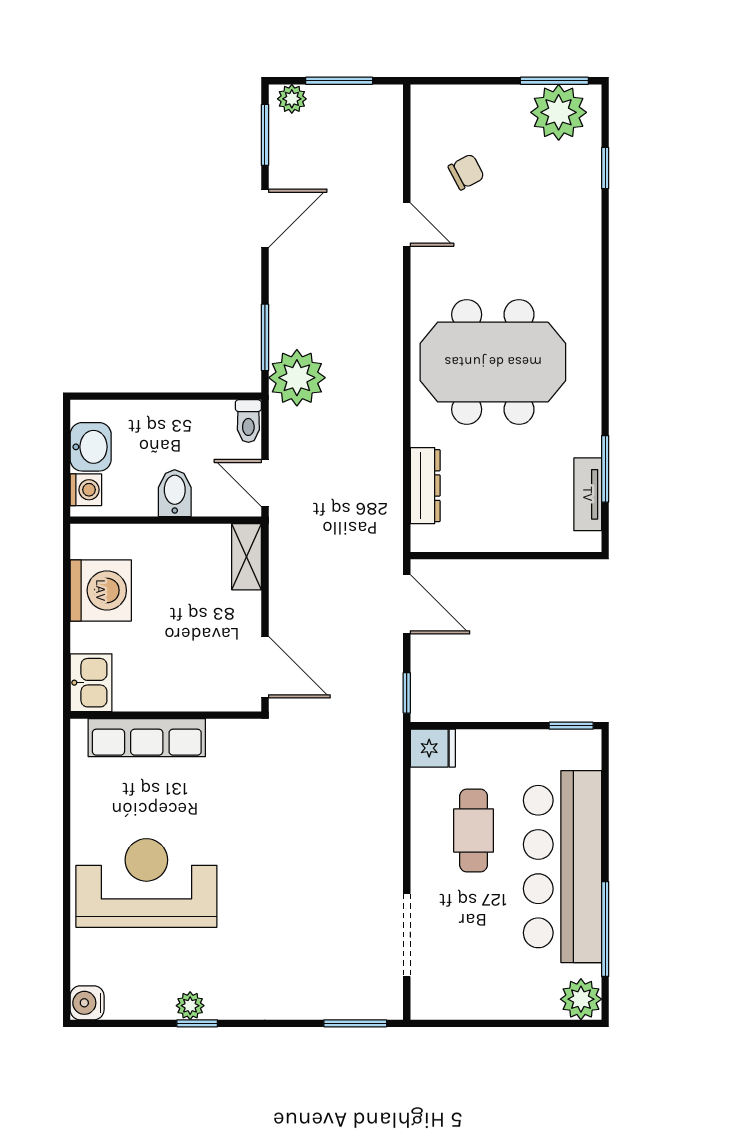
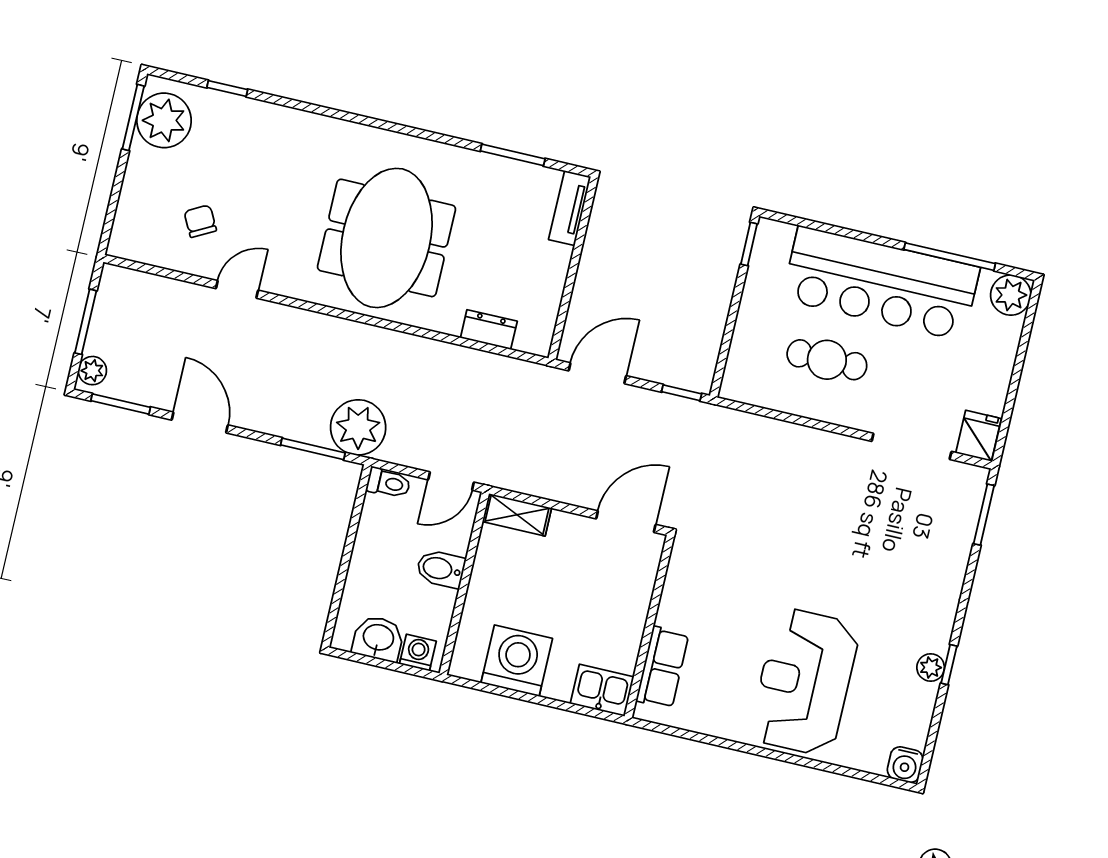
dresser: (425, 486) -> (489, 329), width x0.70
tv unit: (588, 494) -> (570, 208), moved, turned 90
row of seats: (147, 738) -> (662, 667), width x0.68
fridge: (433, 748) -> (979, 436), moved

